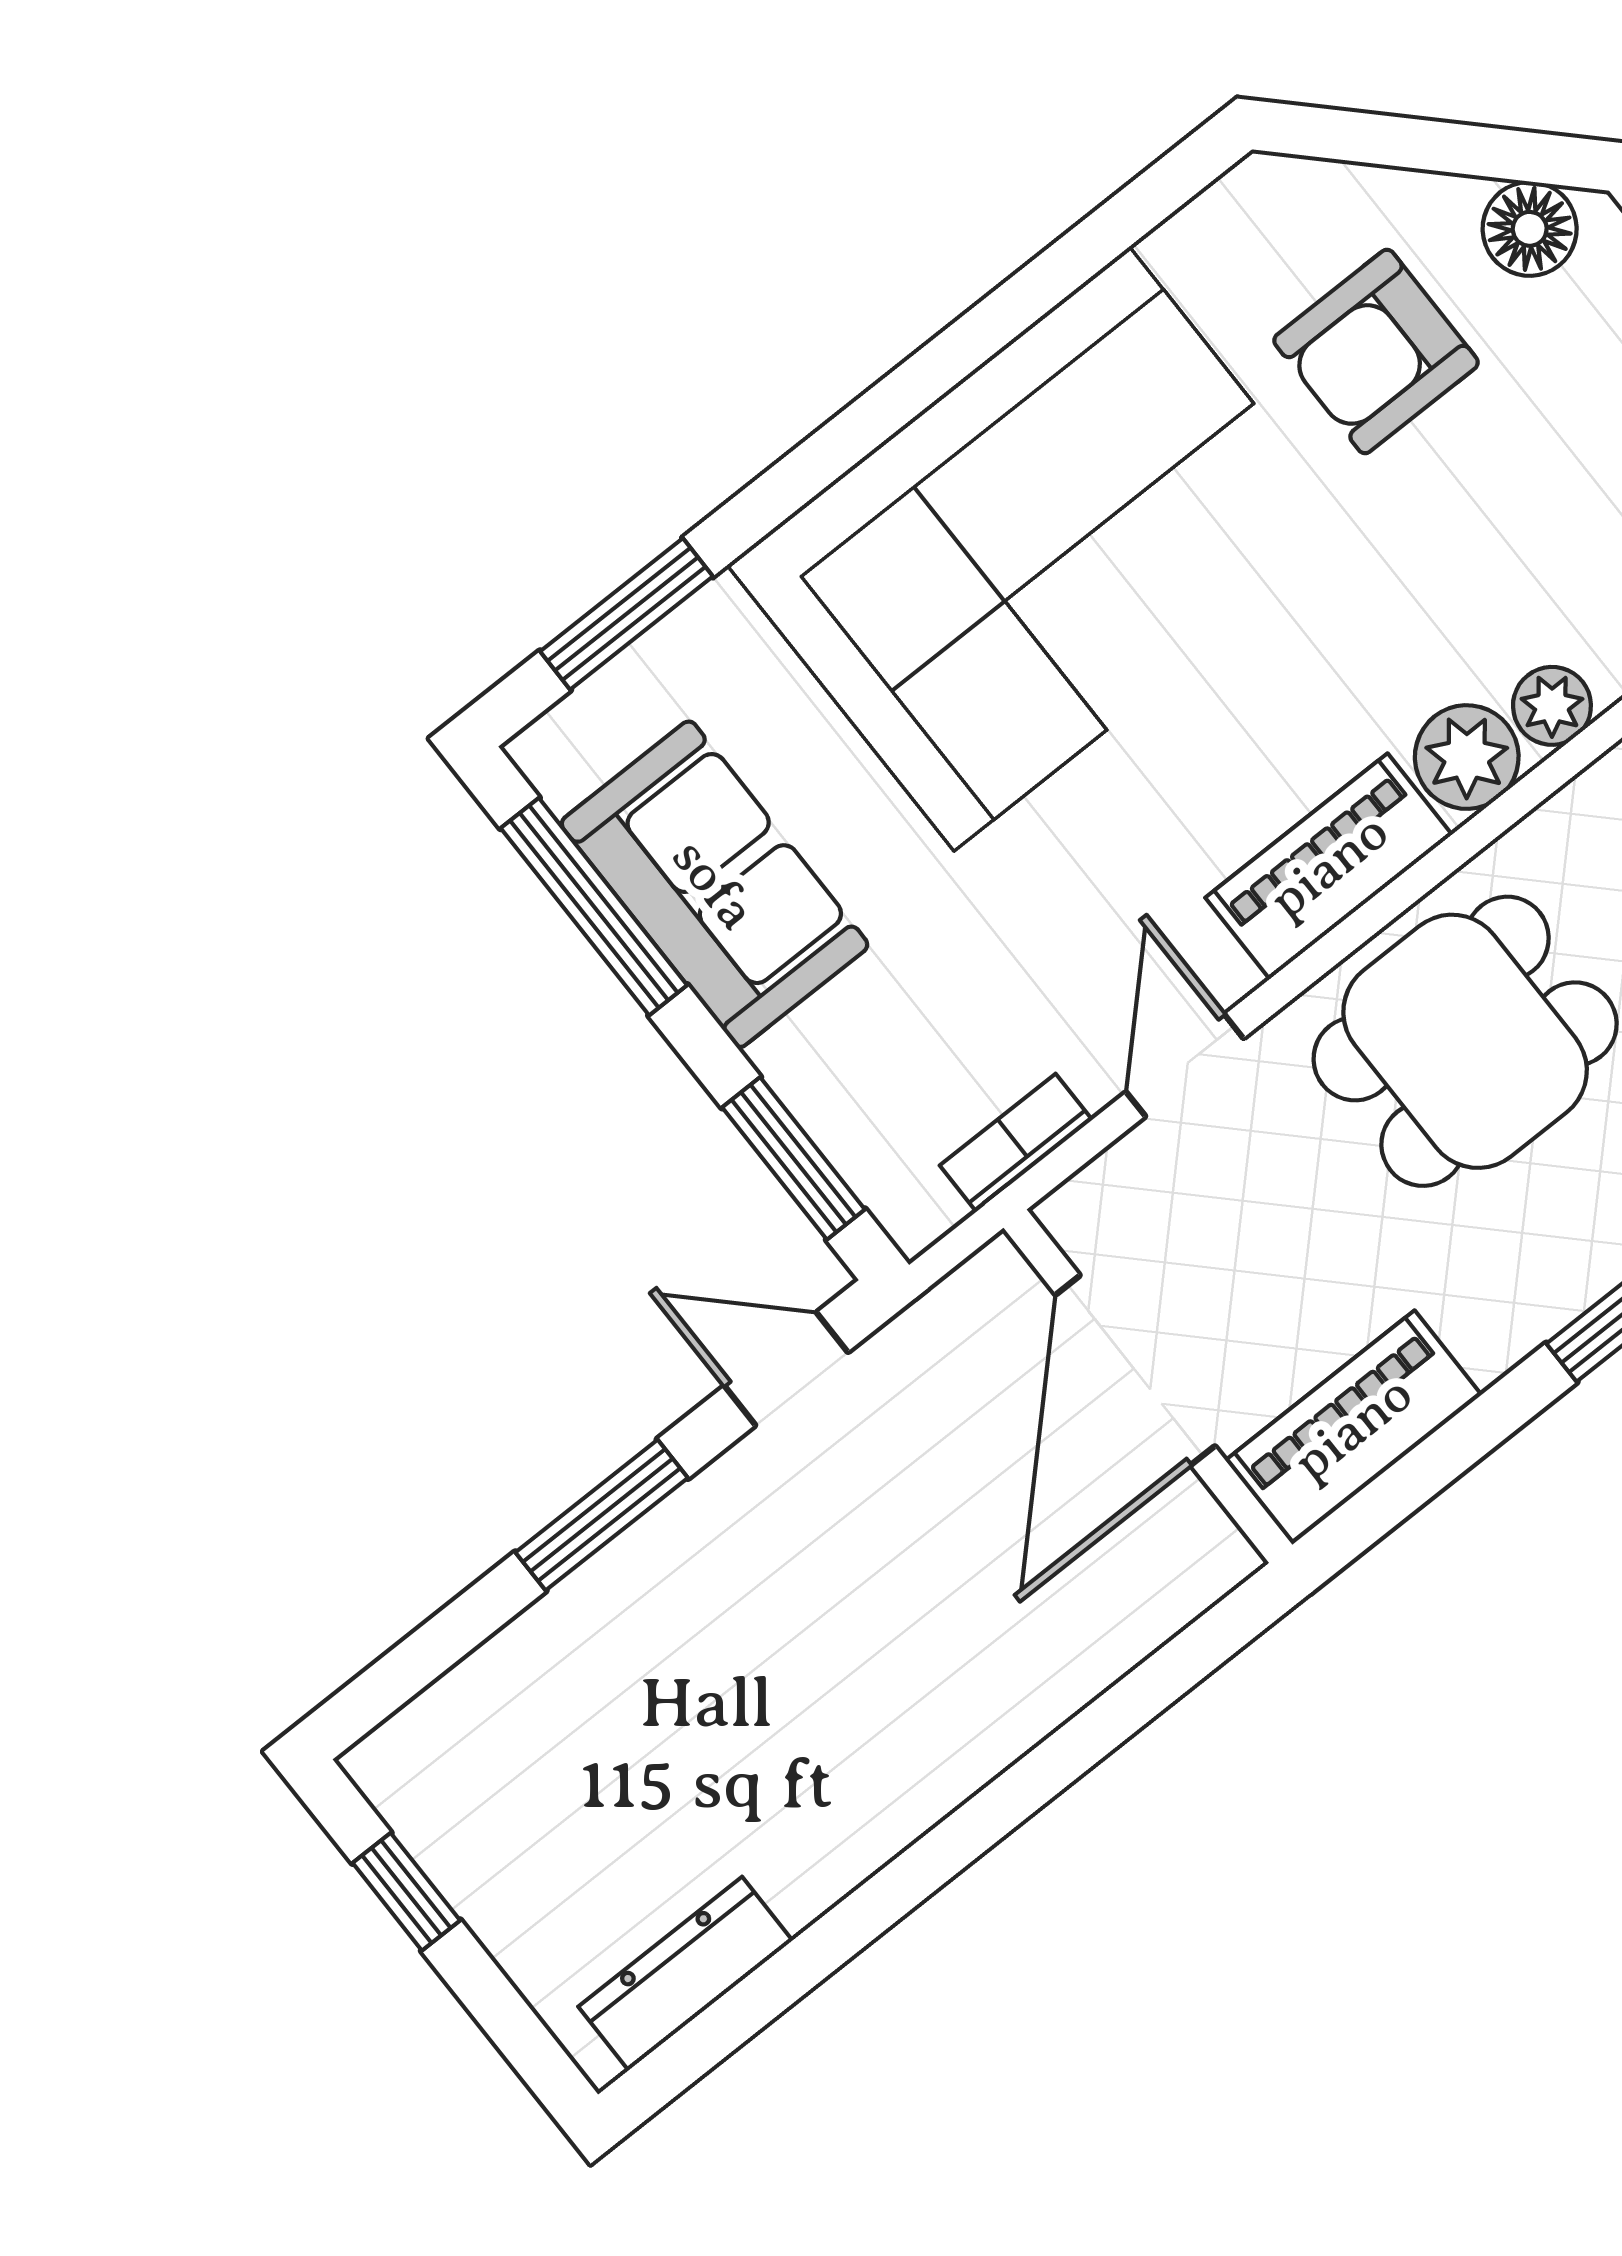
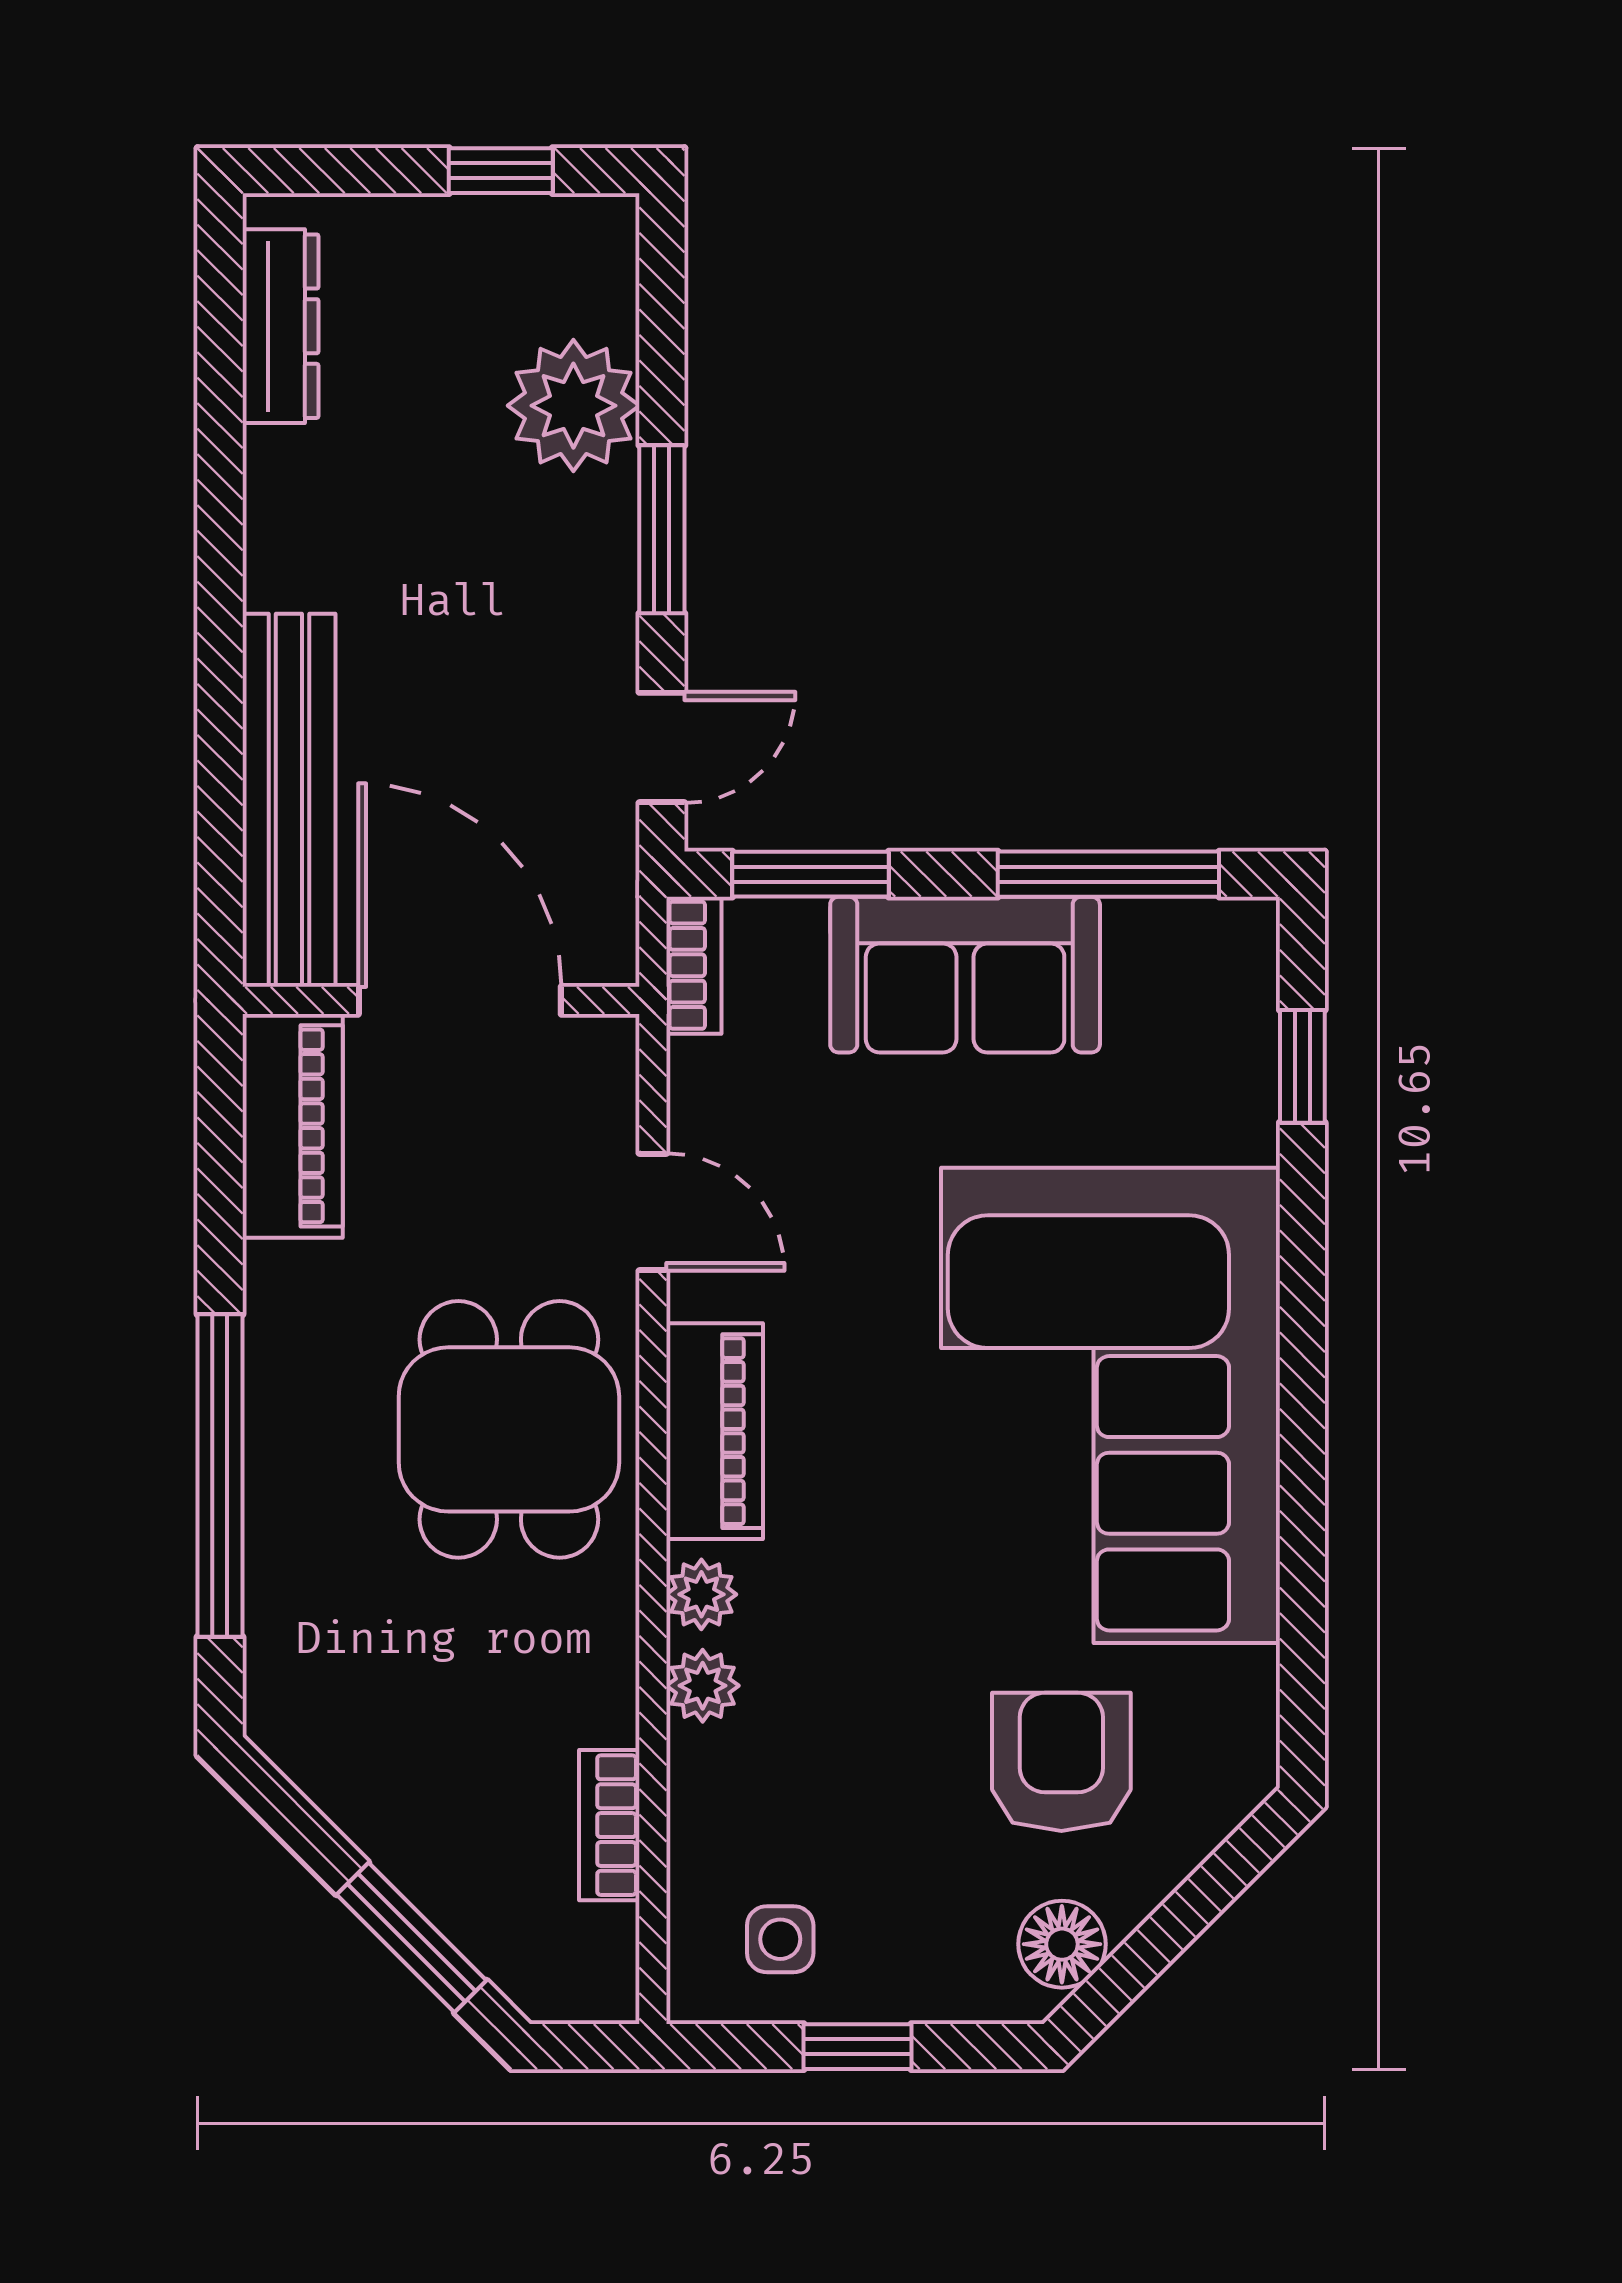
window: (626, 614) -> (1302, 1066), width x0.67
plant: (1467, 757) -> (701, 1594), width x0.73, depth x0.73
sofa: (714, 884) -> (965, 975), moved
bookcase: (1016, 1143) -> (694, 965), moved
bench: (1081, 1649) -> (289, 800), added
plant: (556, 1673) -> (573, 406), added

